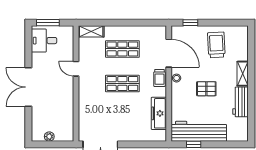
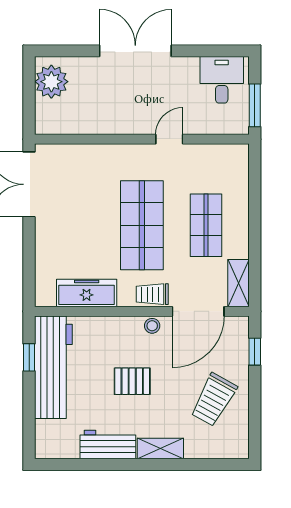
window: (48, 23) -> (255, 105), moved
shelving: (91, 31) -> (239, 283), moved
trolley: (216, 45) -> (214, 400), turned 122
shop shelf: (122, 84) -> (142, 225), width x1.43, depth x1.36
pallet: (206, 89) -> (132, 381), turned 90
plant: (49, 137) -> (51, 82), width x1.87, depth x1.87

